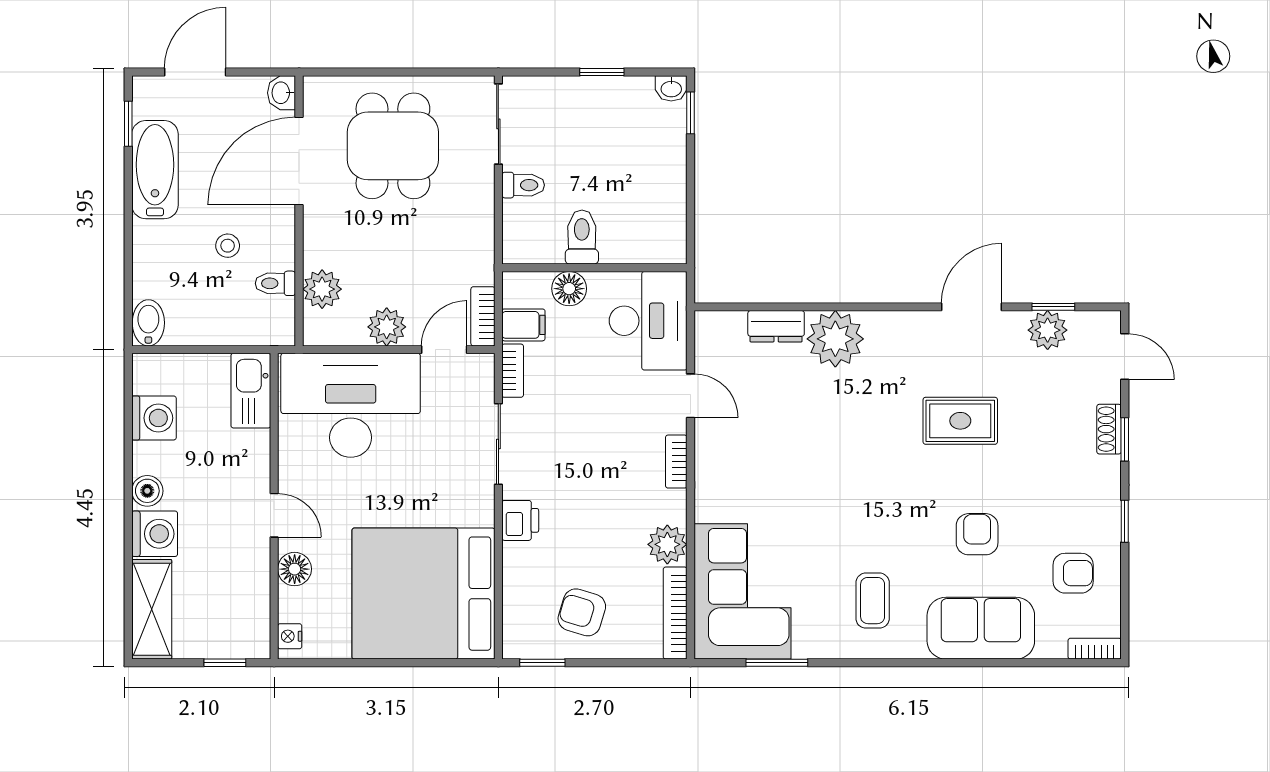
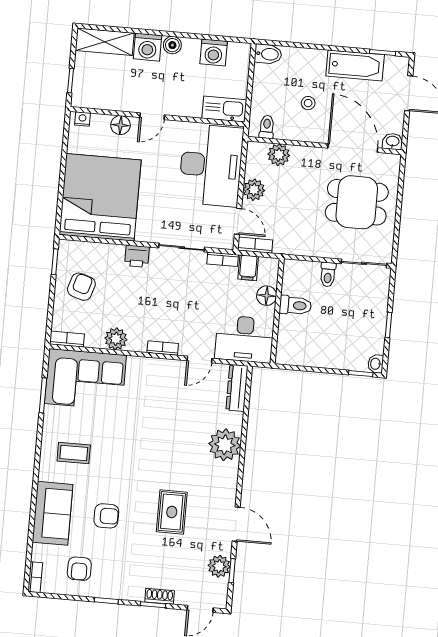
toilet: (275, 283) -> (267, 127), moved
dresser: (776, 326) -> (237, 388), moved, width x1.44
bookcase: (675, 613) -> (67, 339), width x0.64

